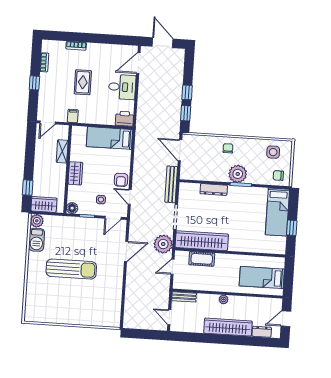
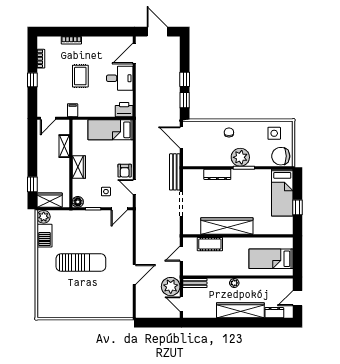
chair: (278, 175) -> (281, 156), width x1.87, depth x1.87
wardrobe: (202, 241) -> (227, 226), moved
plant: (163, 244) -> (171, 287), moved
door: (126, 251) -> (134, 274), moved

